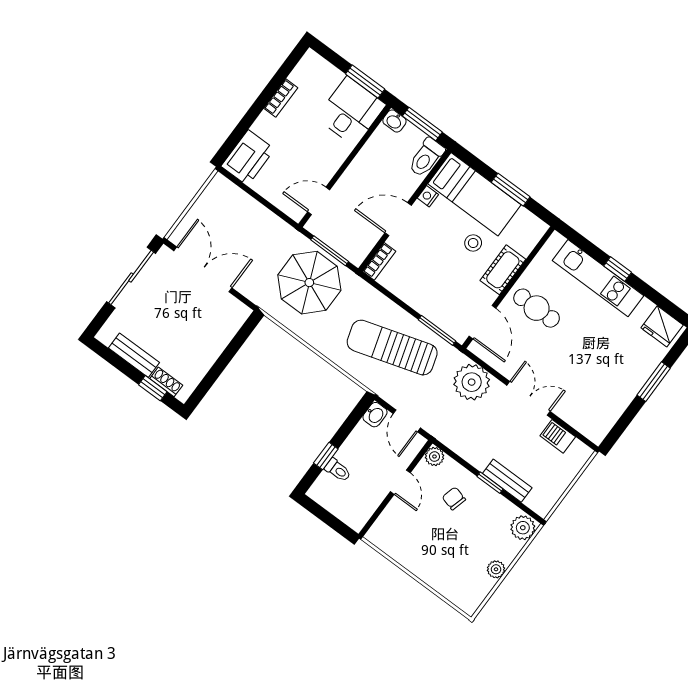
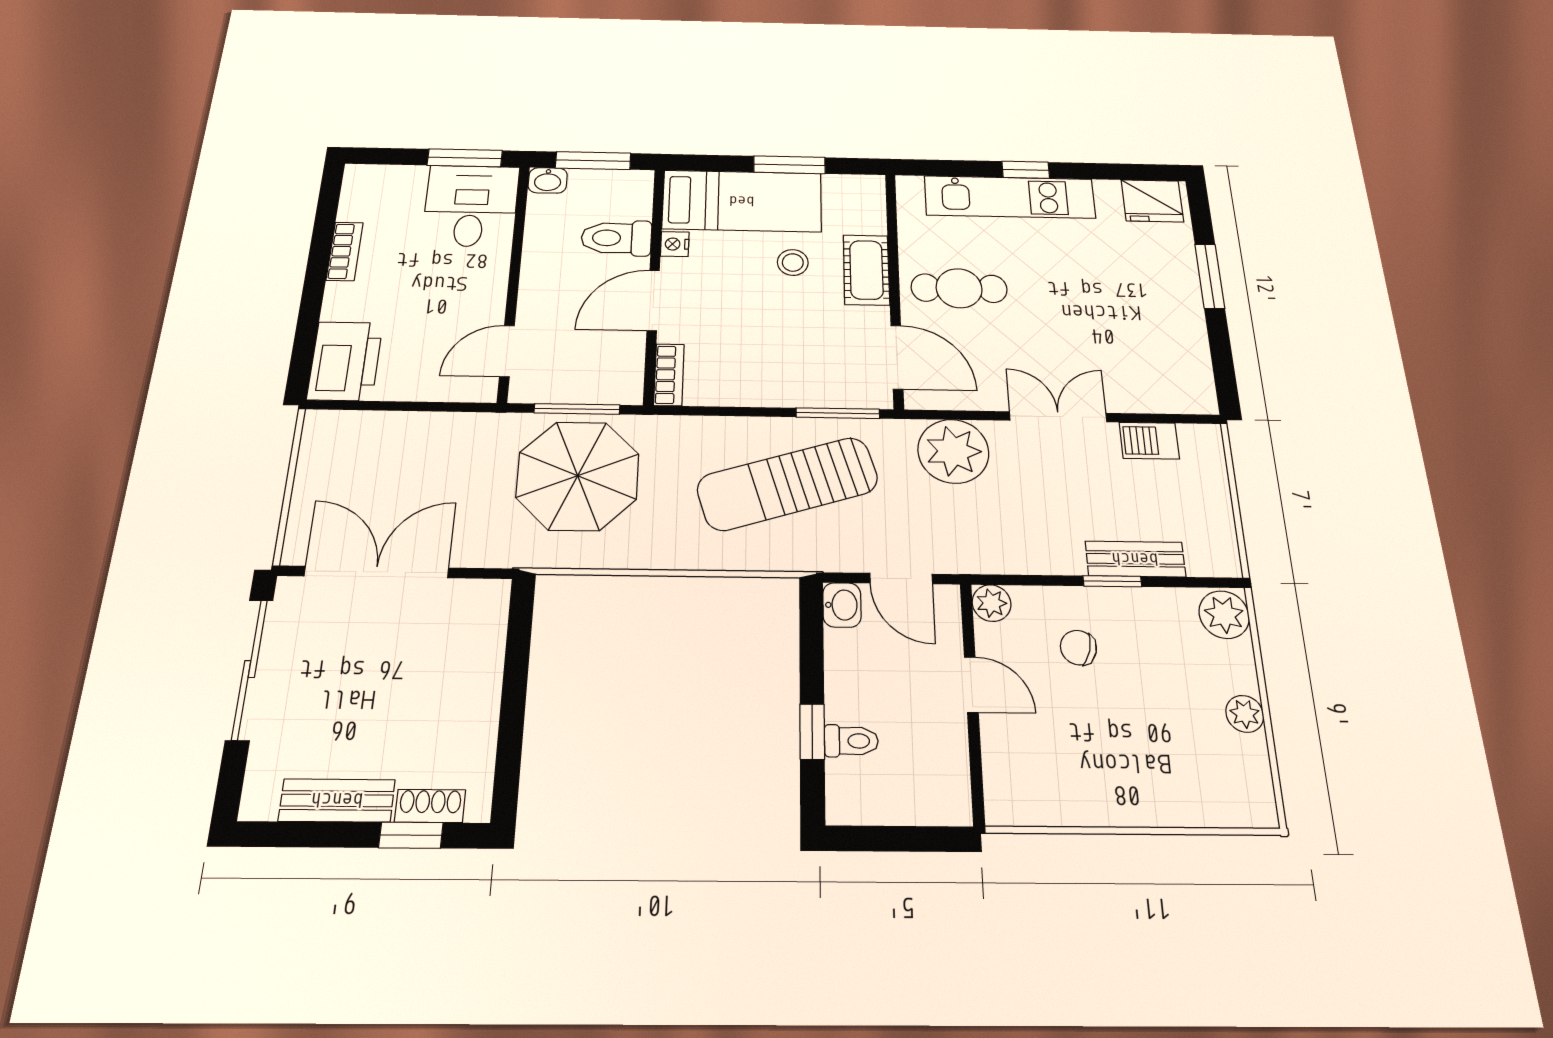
toilet: (426, 158) -> (616, 238), moved, turned 90

